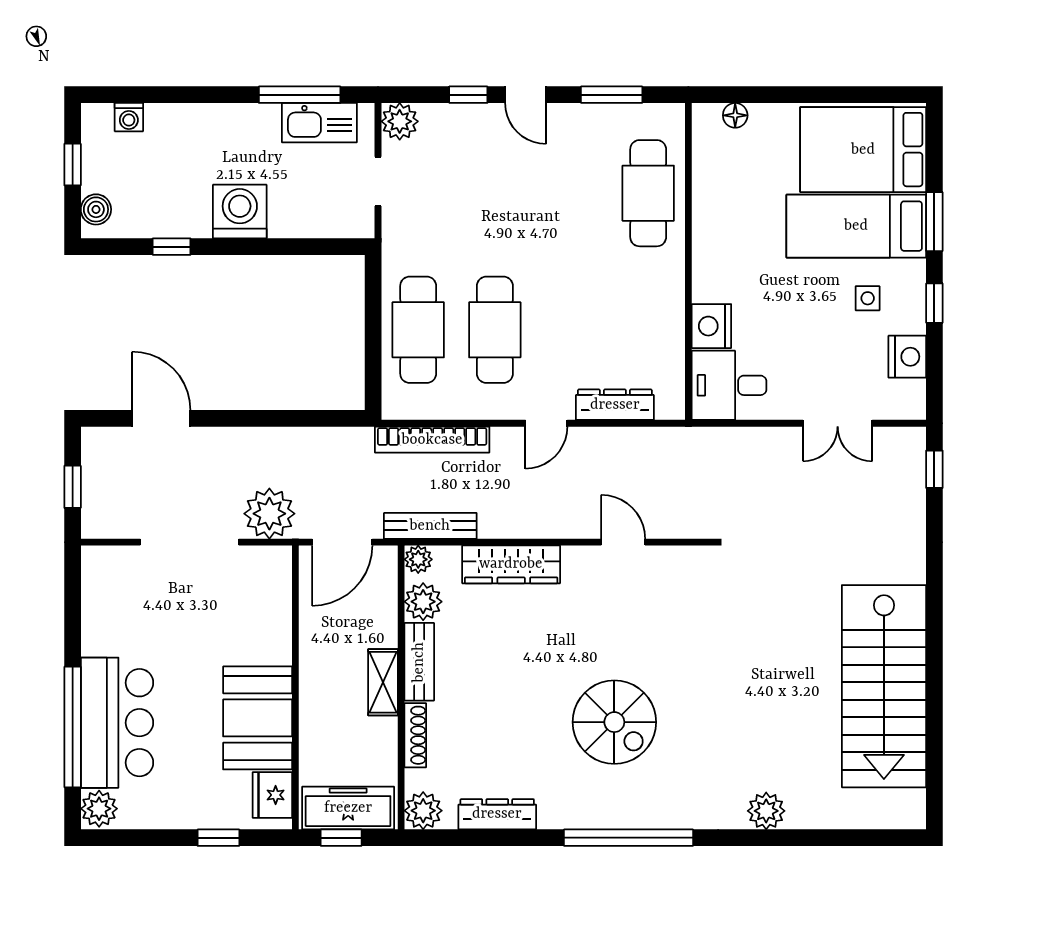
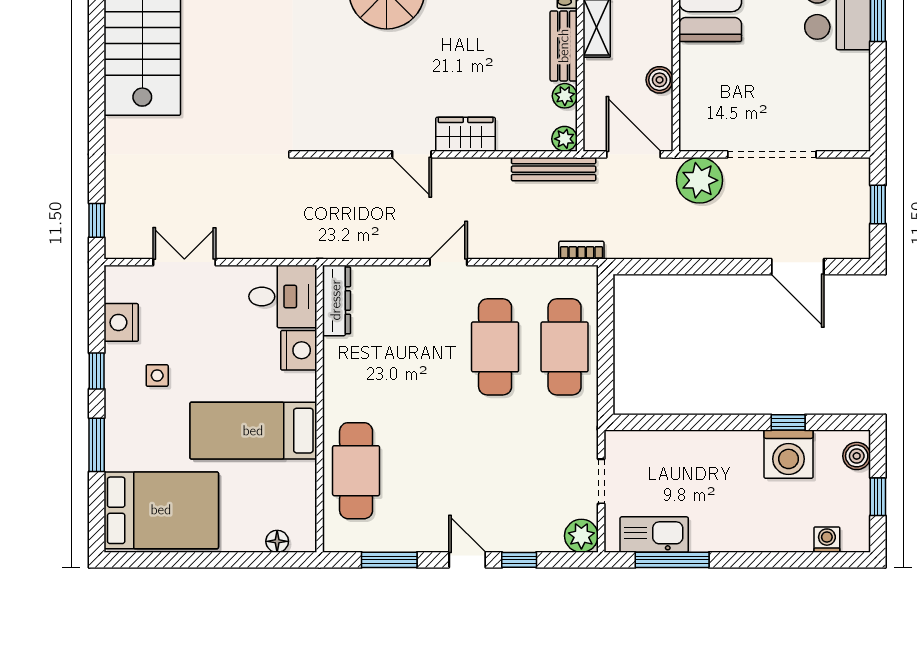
washing machine: (240, 212) -> (789, 454), moved
bed: (856, 226) -> (253, 431), moved, turned 180
dresser: (615, 405) -> (336, 300), moved, turned -90
bookcase: (432, 440) -> (581, 250), width x0.43, depth x0.76
door: (342, 542) -> (633, 154), hinge flipped
door: (623, 542) -> (412, 154), moved
wardrobe: (511, 564) -> (466, 134), width x0.67
plant: (423, 602) -> (565, 96), width x0.73, depth x0.73
boiler: (313, 624) -> (660, 80), added

